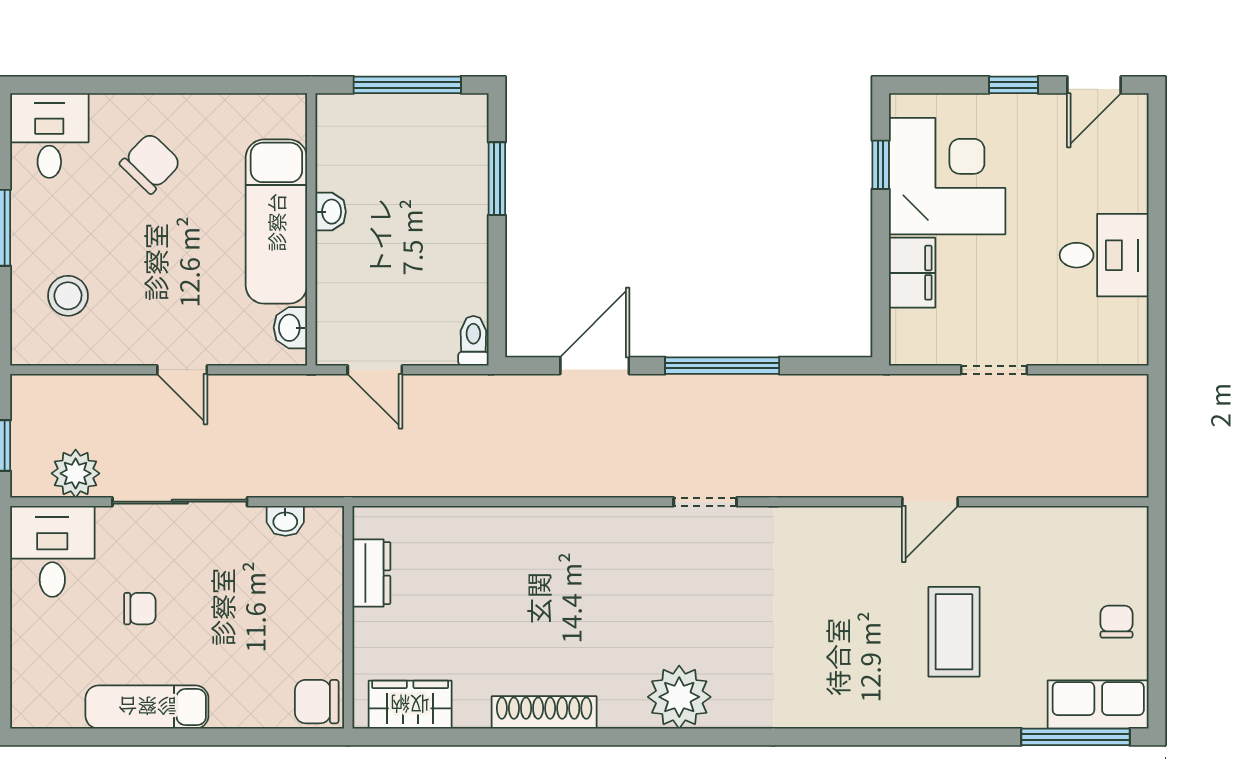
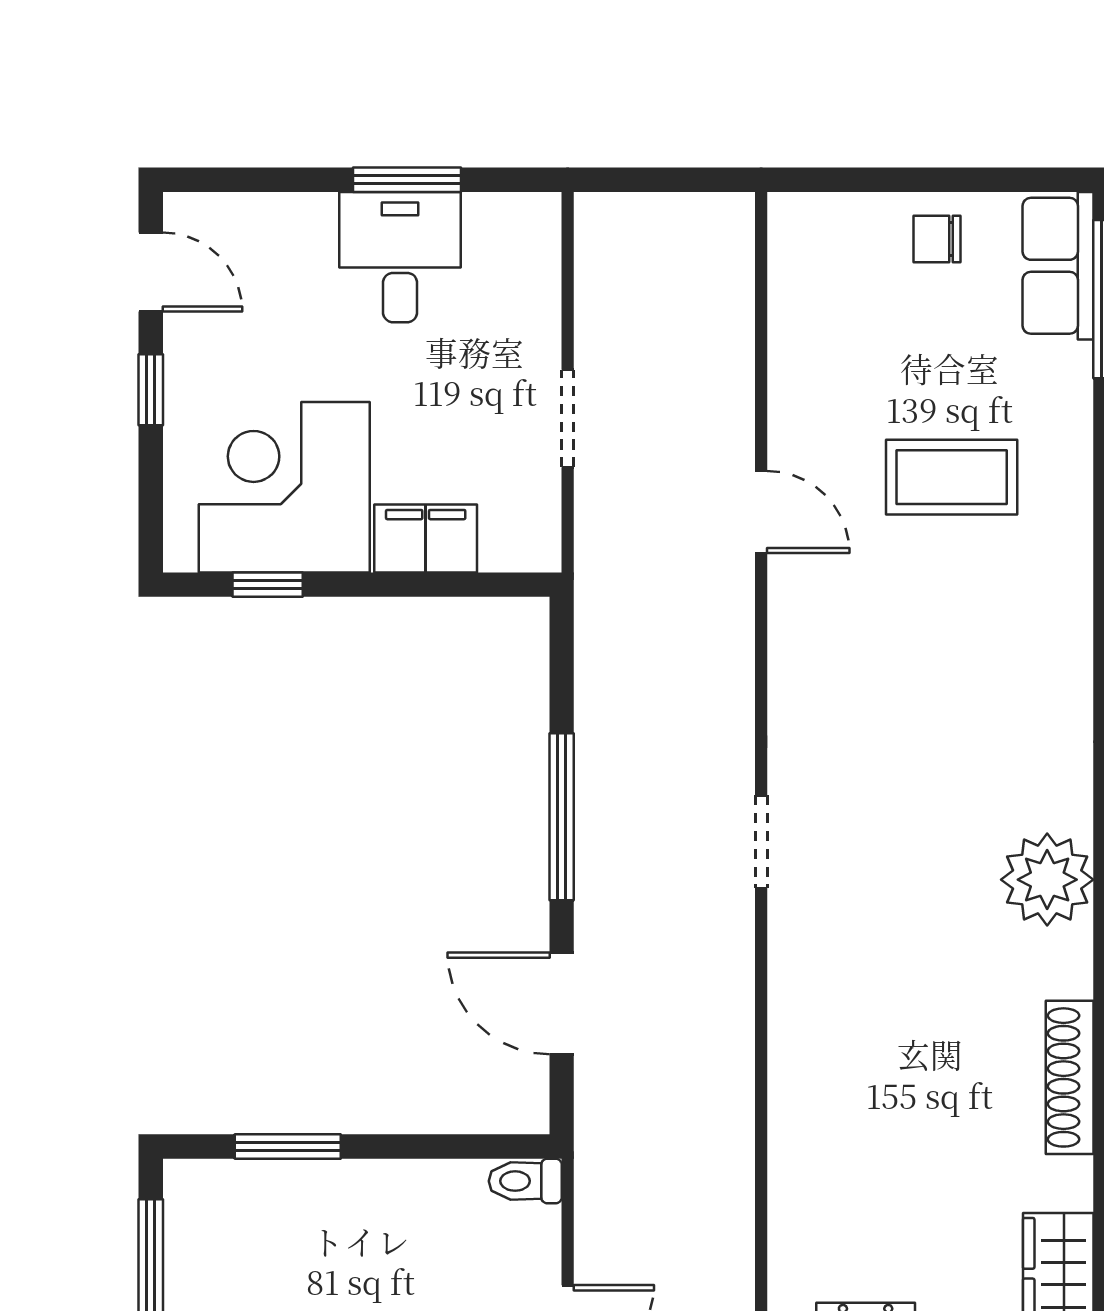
window: (1157, 260) -> (407, 180), added

